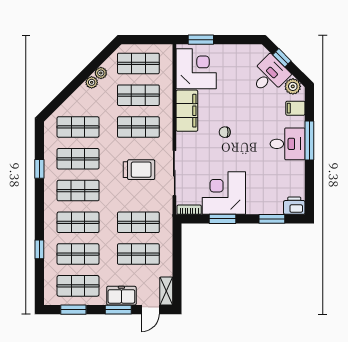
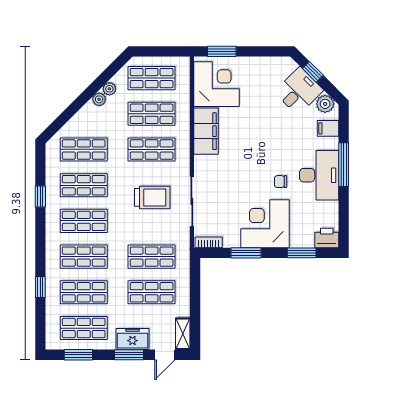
chair: (225, 132) -> (281, 182), moved
desk: (288, 144) -> (319, 175), width x1.37
corner desk: (224, 193) -> (265, 224), moved

